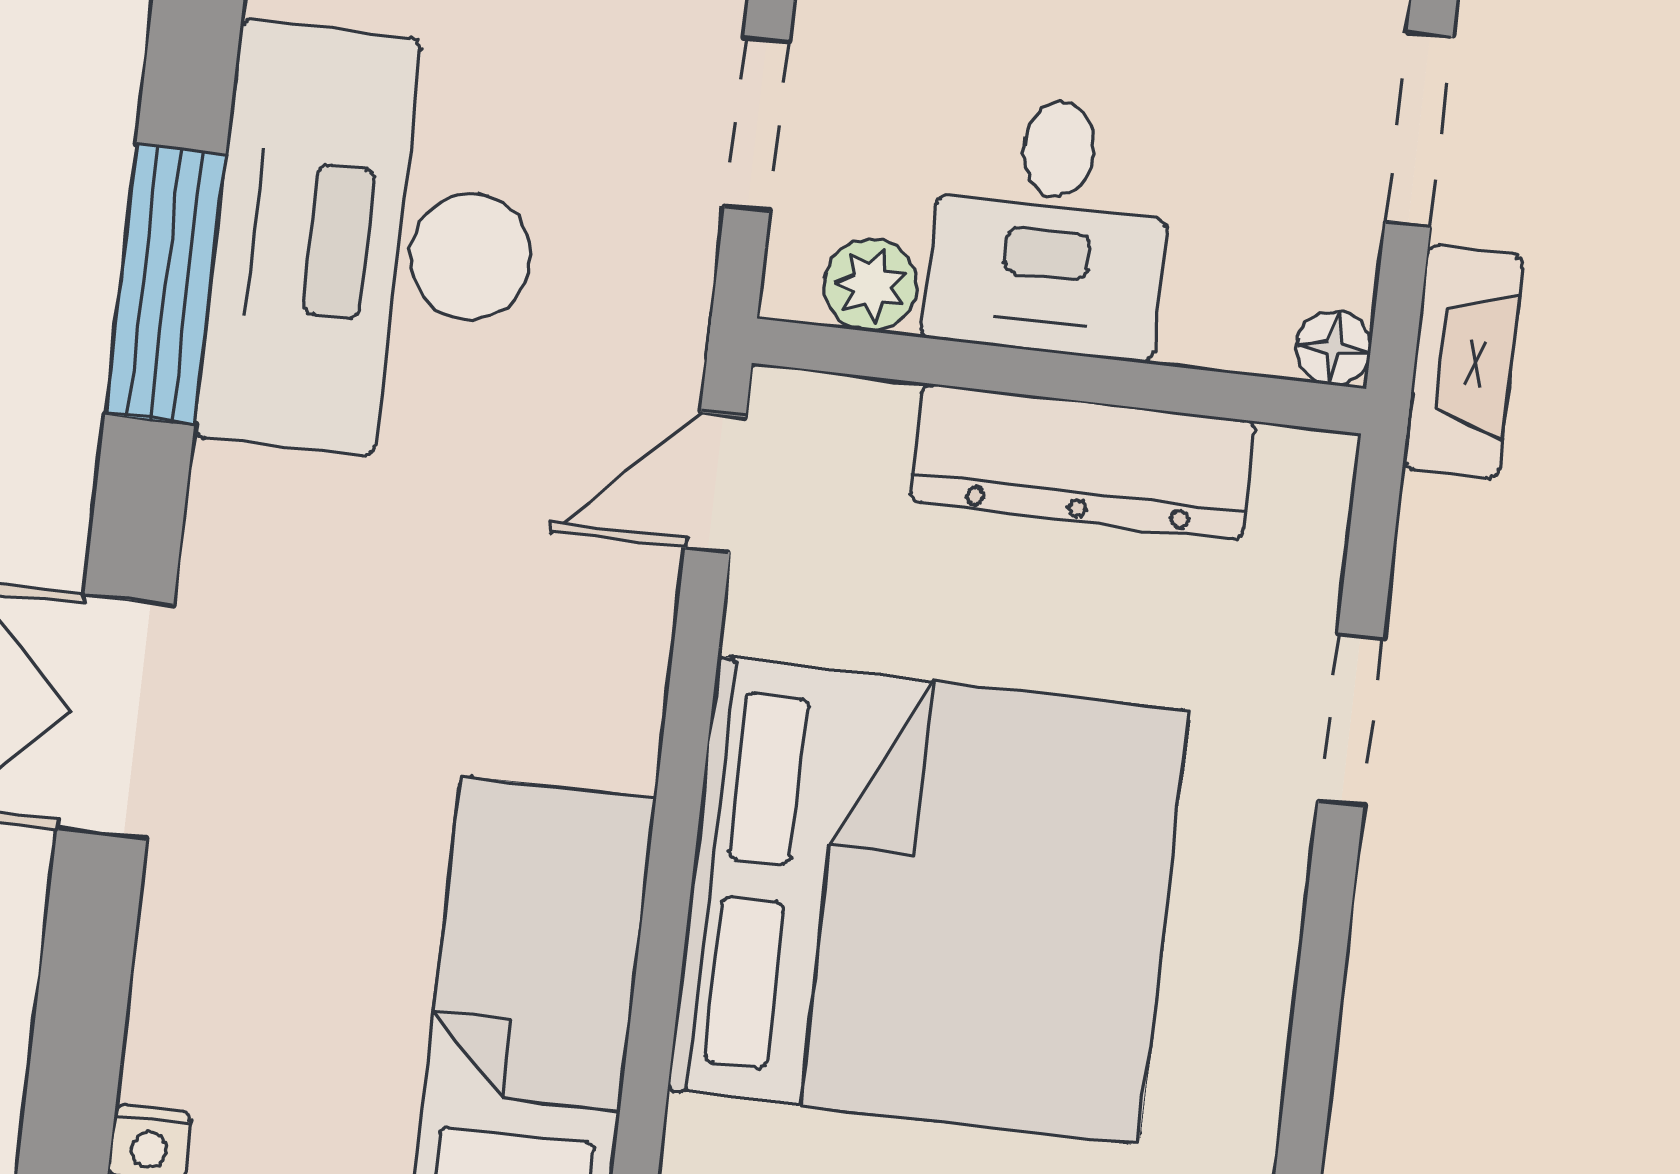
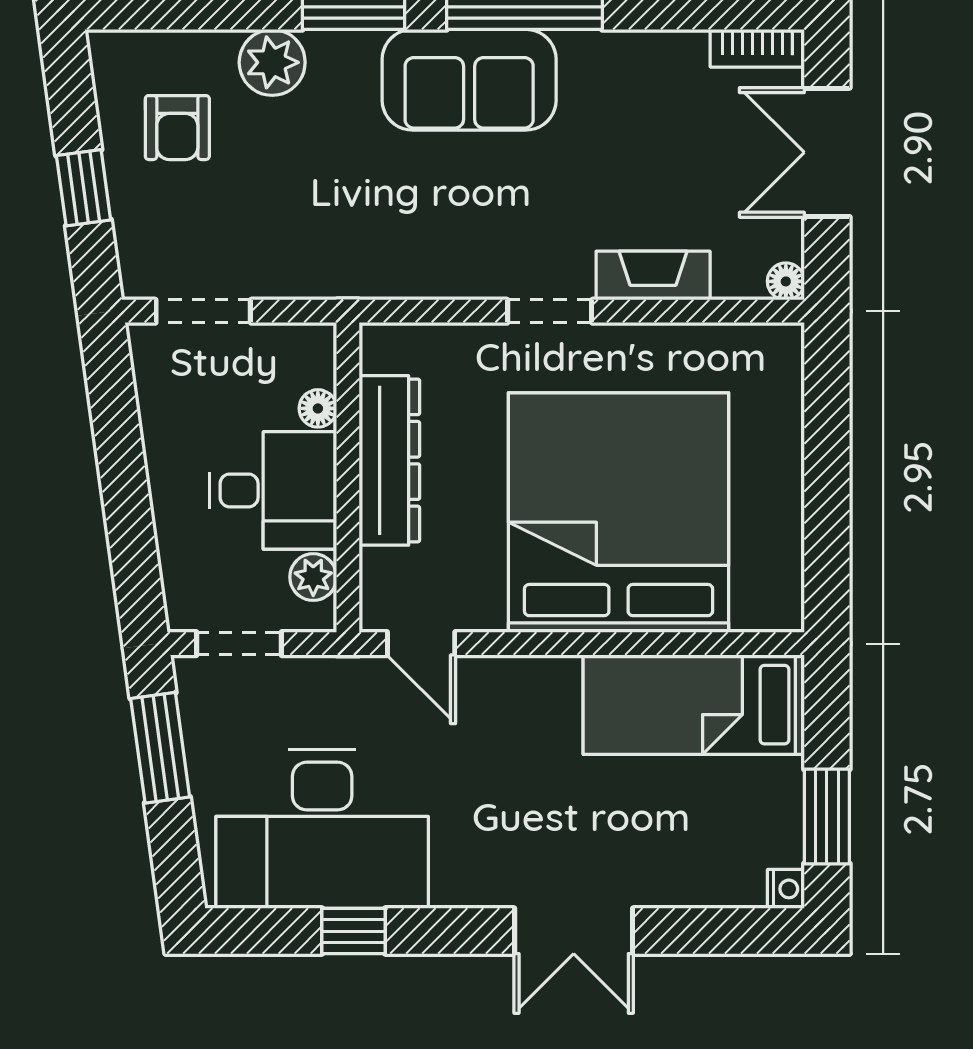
window: (165, 284) -> (354, 931), width x0.46
floor lamp: (1334, 348) -> (318, 408), moved
fireplace: (1463, 362) -> (653, 276), moved
doorway: (1351, 719) -> (550, 311), moved

